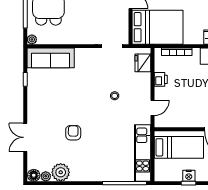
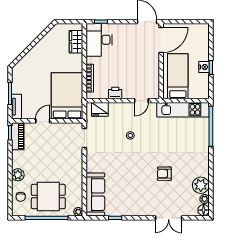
door: (152, 108) -> (141, 101), swing flipped

